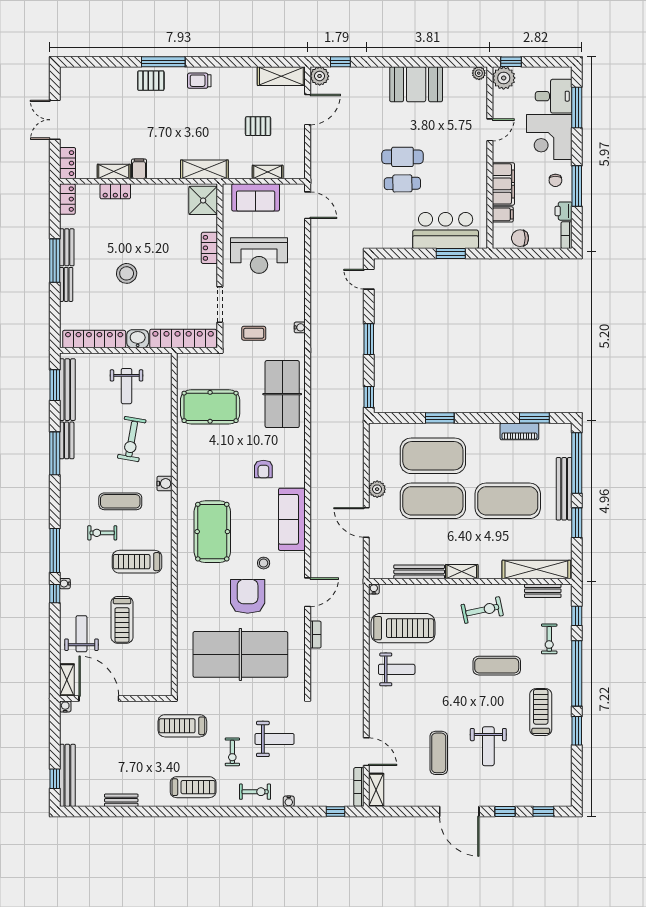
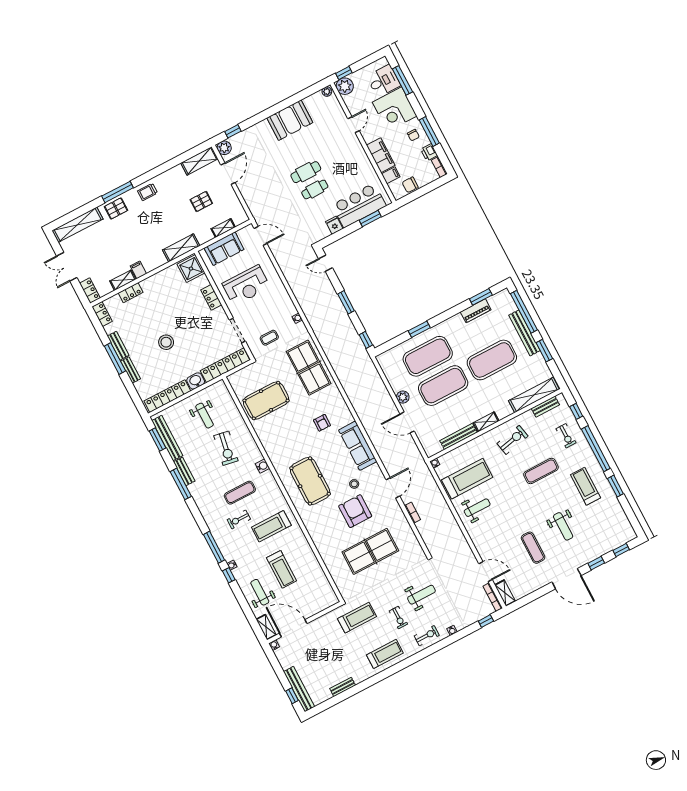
shelving: (94, 76) -> (78, 225), added
fridge: (403, 239) -> (334, 225), added
table tennis table: (240, 654) -> (370, 551), width x0.73, depth x0.76
treadmill: (182, 726) -> (357, 618), turned 180

